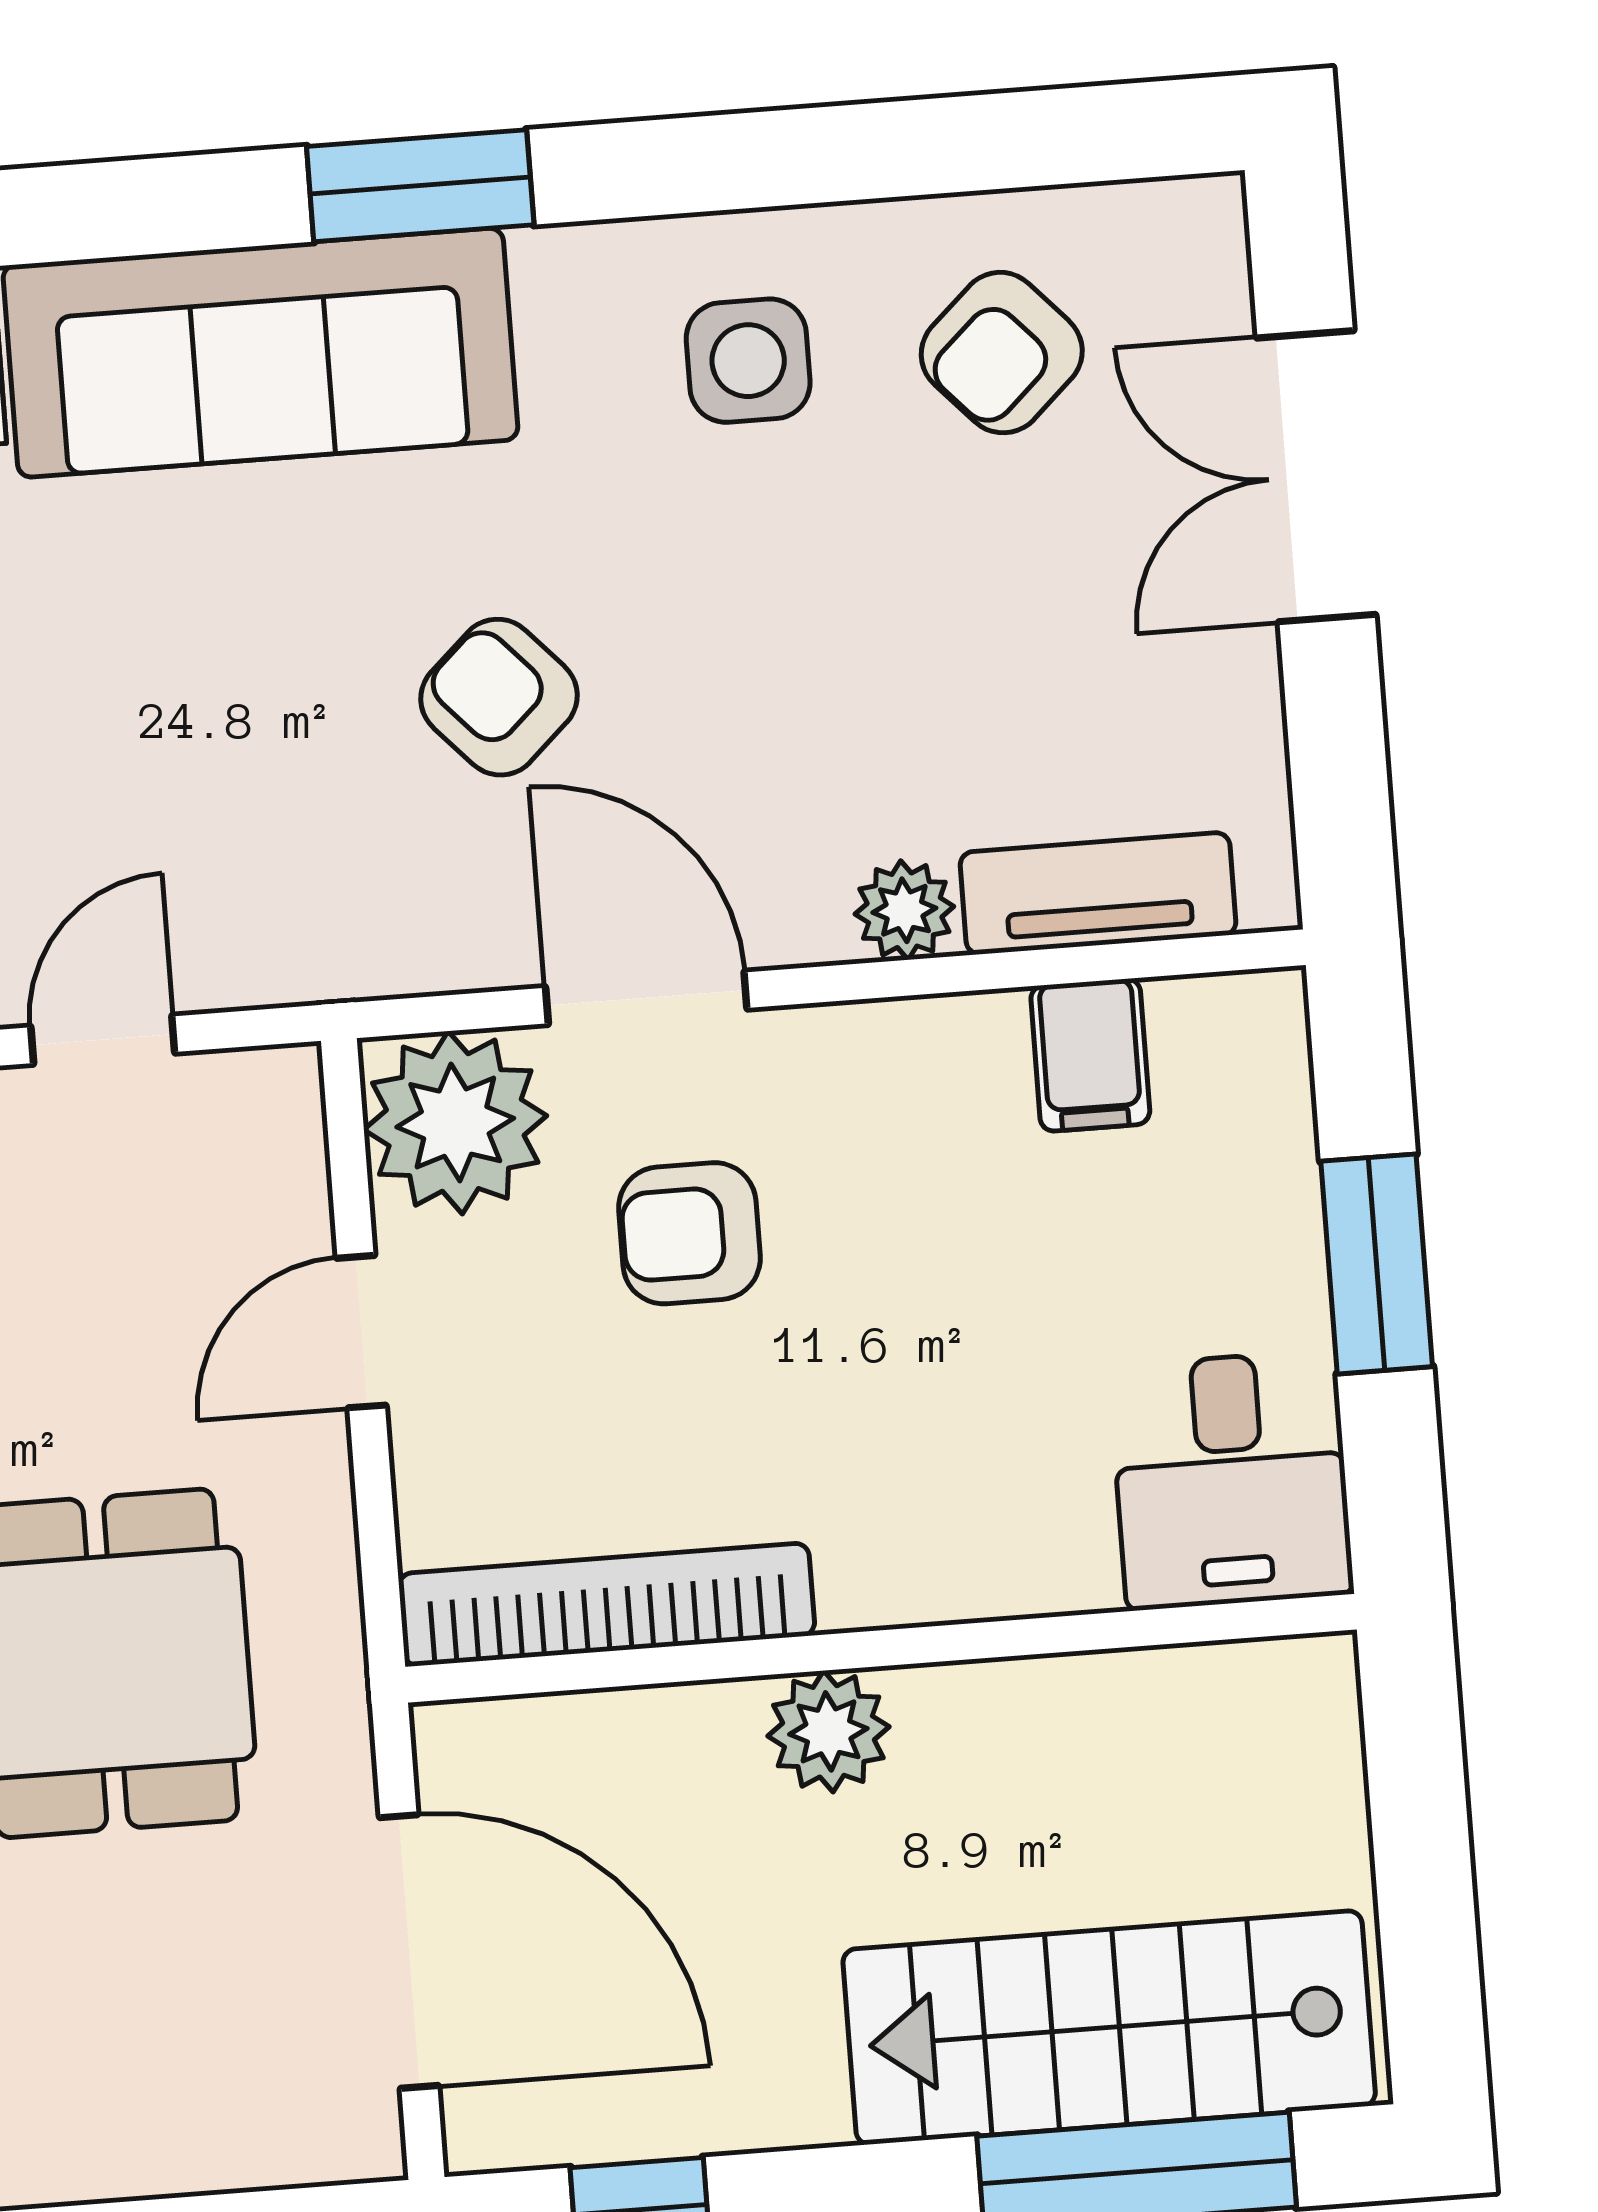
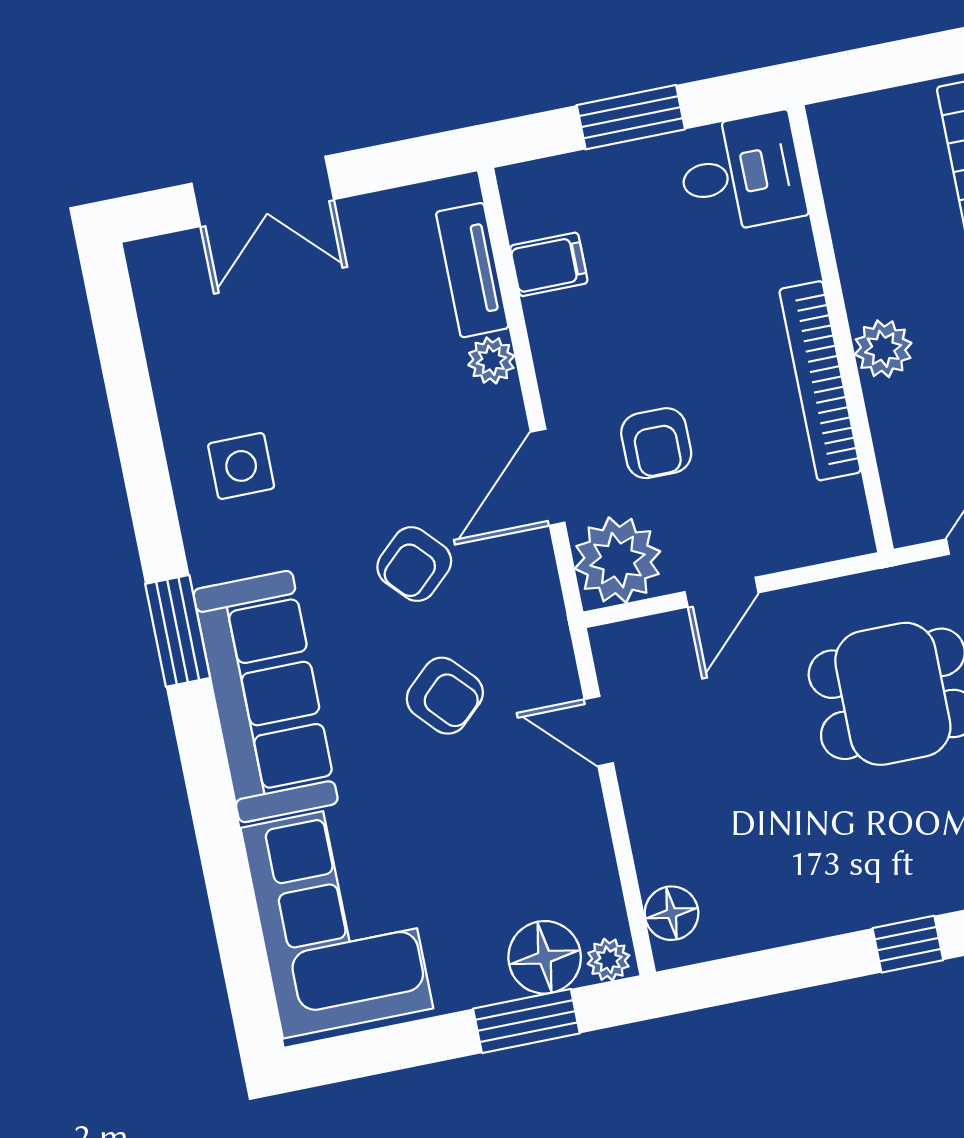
armchair: (1002, 353) -> (445, 696), moved
door: (361, 1332) -> (722, 592), hinge flipped
bookcase: (607, 1605) -> (820, 381), moved

